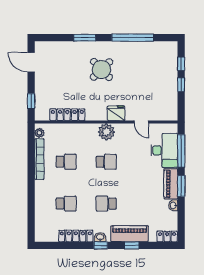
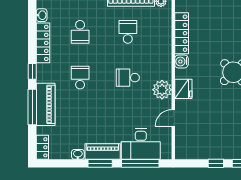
water cooler: (92, 115) -> (181, 61), added
plant: (106, 132) -> (162, 90), moved
school desk: (66, 162) -> (128, 32), turned 180
school desk: (106, 162) -> (128, 78), turned 90
washbasin: (100, 237) -> (42, 15), moved
window: (132, 245) -> (32, 107), width x2.17

